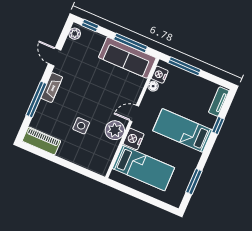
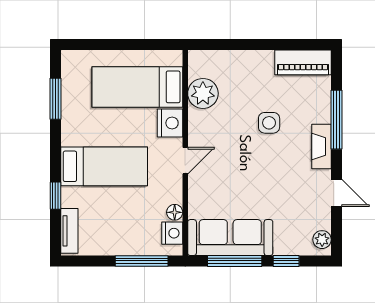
window: (90, 26) -> (286, 261), moved
side table: (81, 126) -> (269, 123), moved
plant: (115, 130) -> (203, 93), moved

